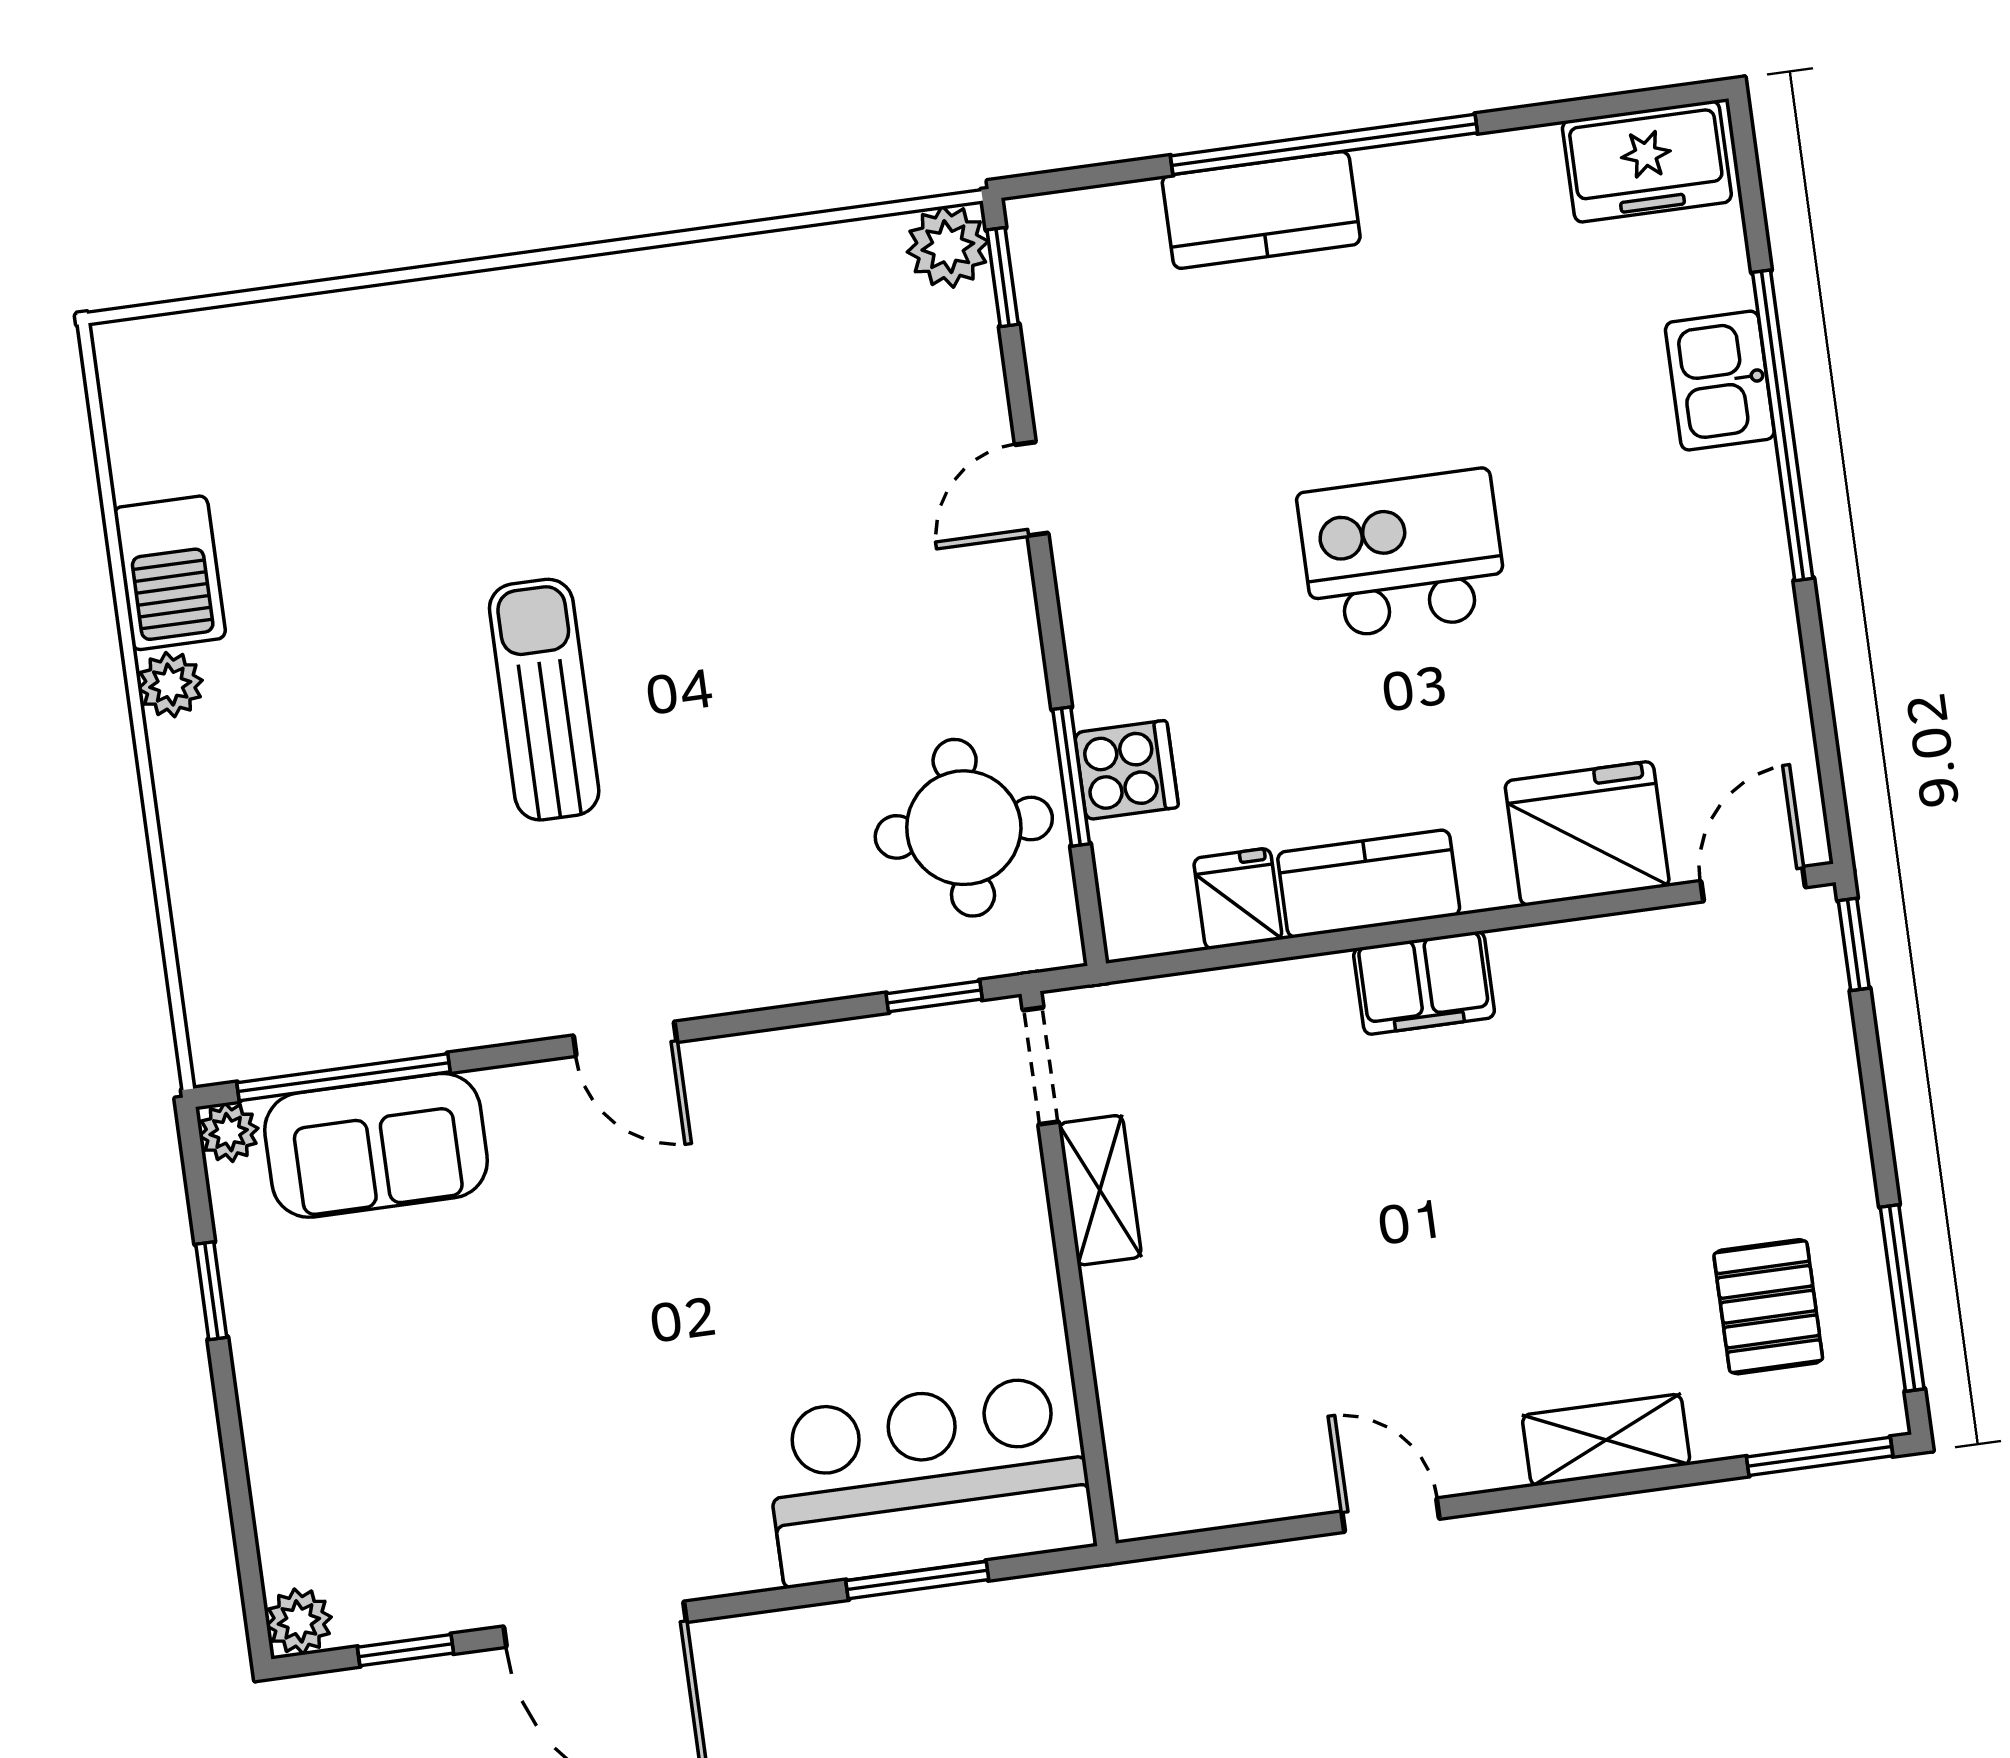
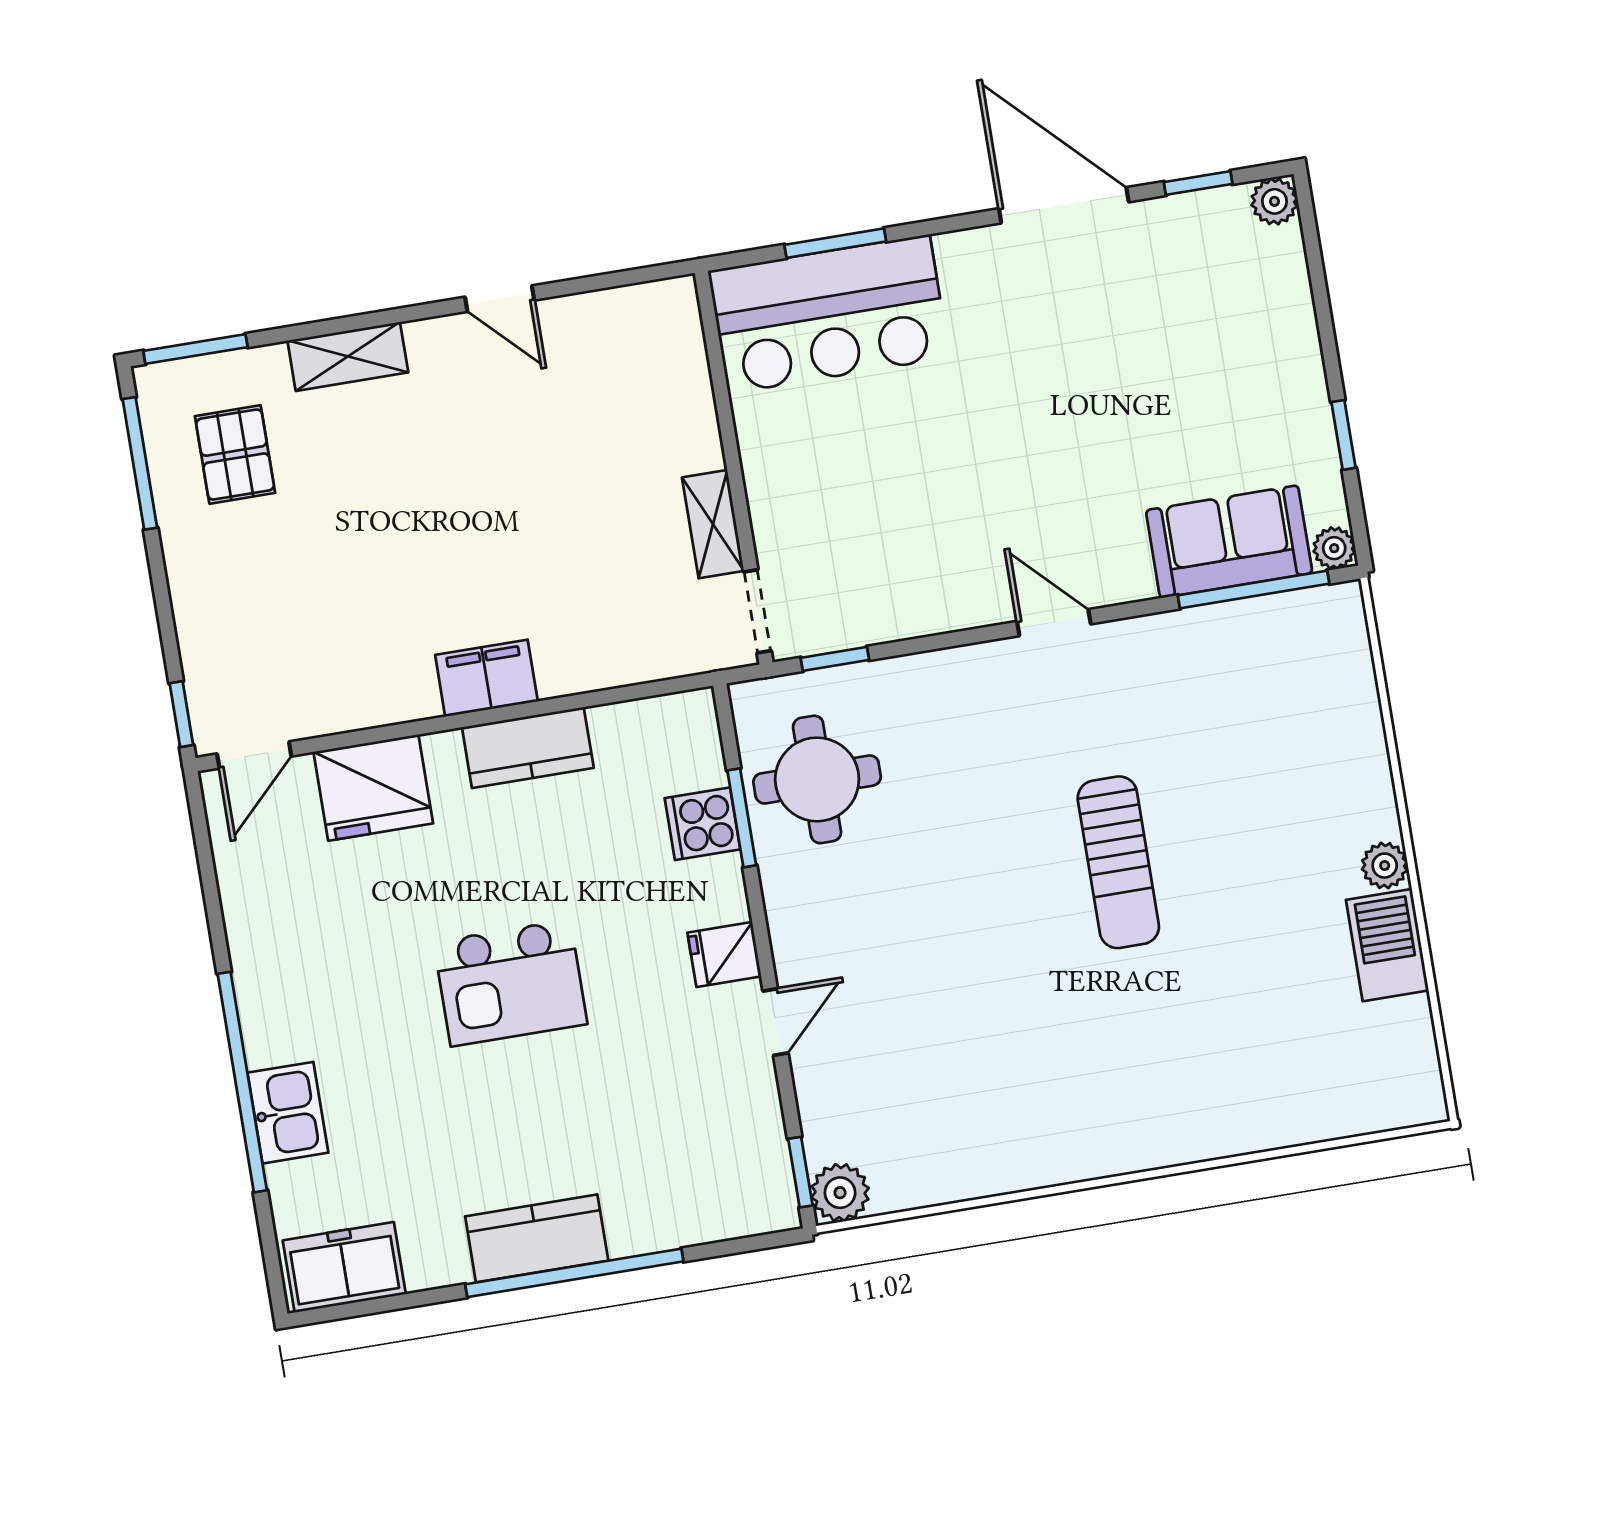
kitchen counter: (1261, 210) -> (537, 1238), moved
fridge: (1238, 899) -> (724, 954), moved, turned 90

